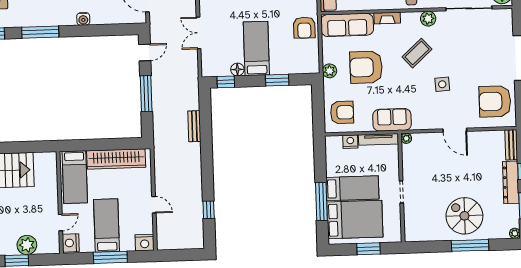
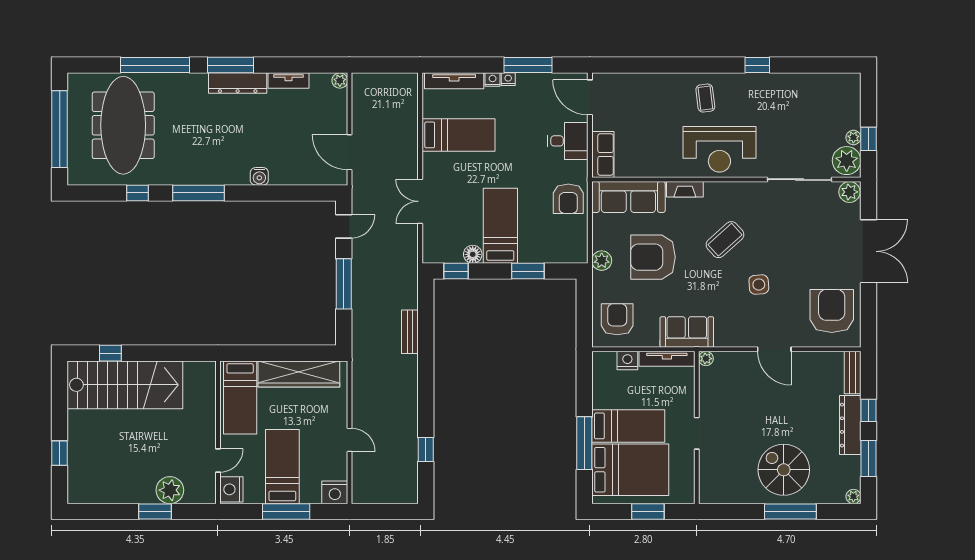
plant: (428, 19) -> (850, 192), moved
armchair: (495, 101) -> (832, 311), turned 90
armchair: (342, 112) -> (617, 319), turned -90

